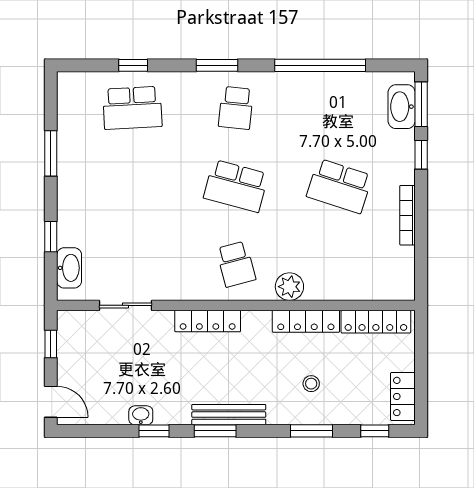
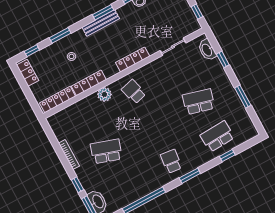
school desk: (236, 186) -> (199, 102), moved

